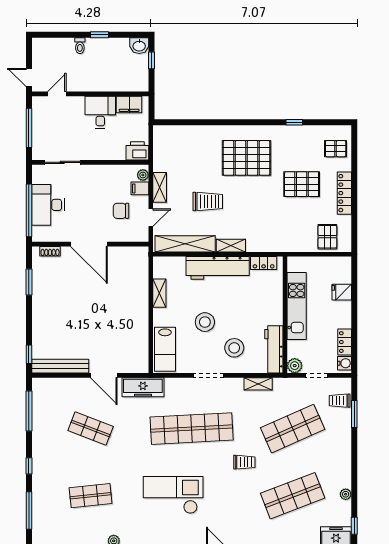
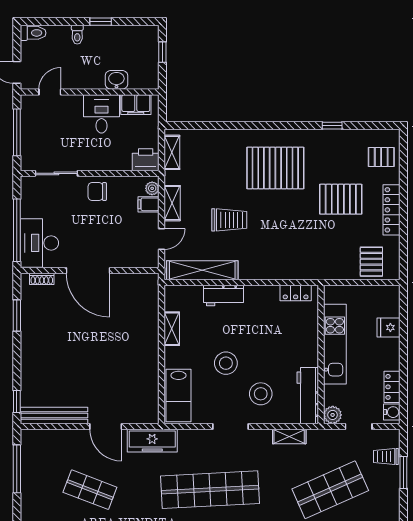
toilet: (43, 44) -> (33, 33), added
washbasin: (139, 46) -> (116, 80), moved, turned 180
desk: (48, 205) -> (39, 243), moved
chair: (121, 211) -> (97, 192), moved
shelving: (231, 246) -> (172, 152), moved, turned 90
workbench: (218, 268) -> (223, 296), width x0.53, depth x0.76

